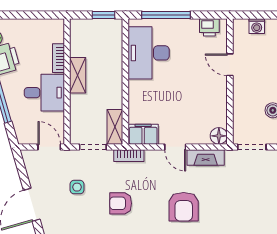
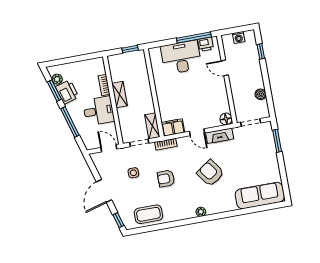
window: (166, 15) -> (194, 37), moved
desk: (149, 53) -> (181, 57), moved, turned 90
armchair: (184, 207) -> (210, 173), turned 145

